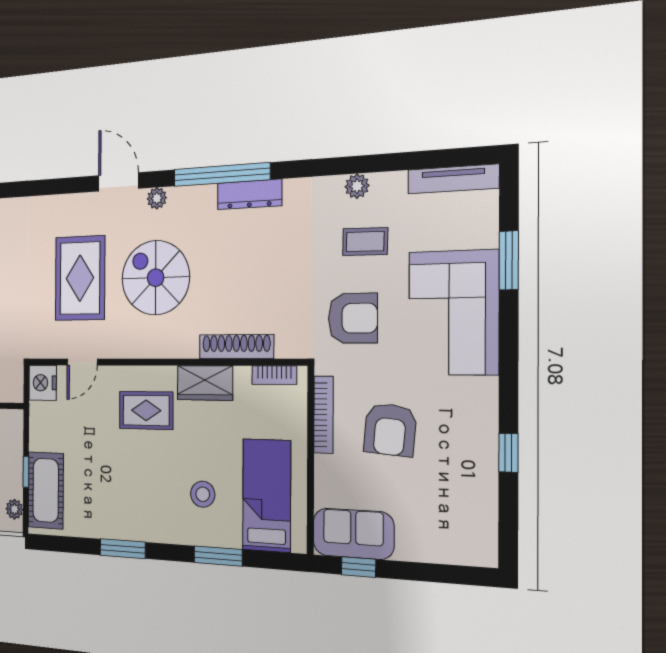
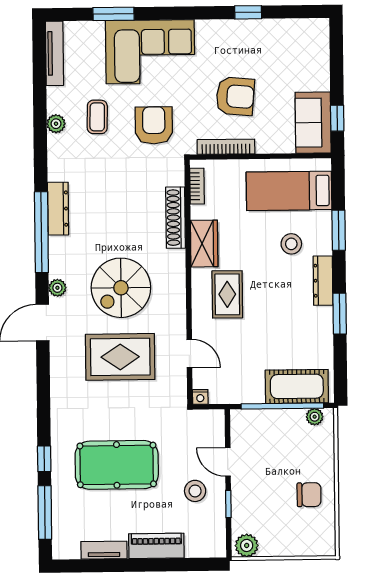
nightstand: (43, 383) -> (200, 397), width x0.53, depth x0.56
window: (26, 472) -> (282, 406), width x3.17
dresser: (160, 531) -> (323, 281), added

